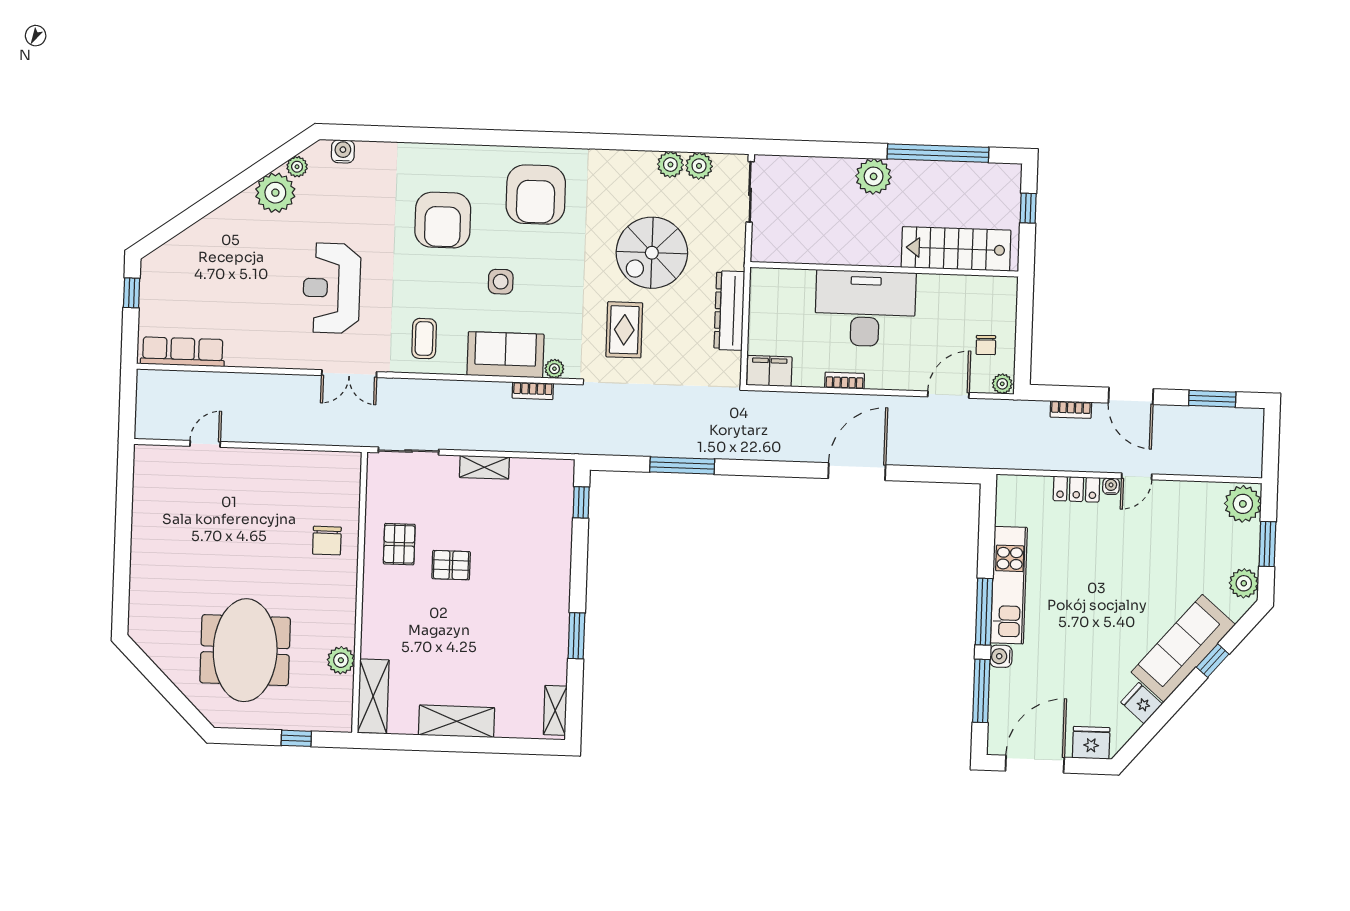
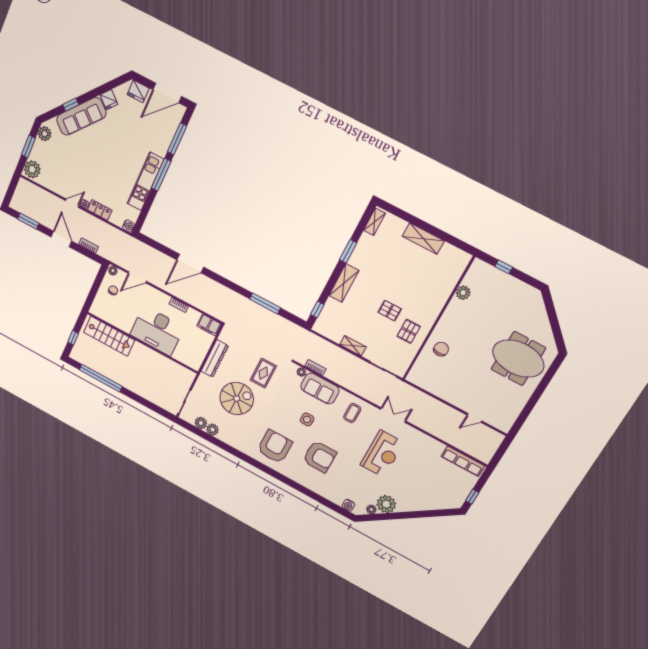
plant: (874, 176) -> (131, 382), removed
armchair: (443, 220) -> (320, 457), turned 90
meeting table: (245, 650) -> (518, 359), moved, turned 90
water cooler: (1001, 656) -> (128, 226), moved
shelving: (373, 696) -> (344, 283), moved

